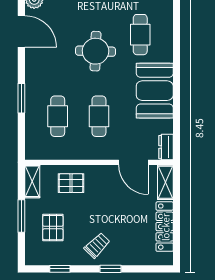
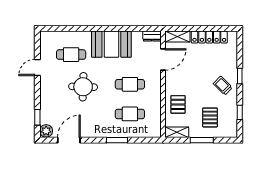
pallet: (53, 228) -> (210, 117), turned 90

